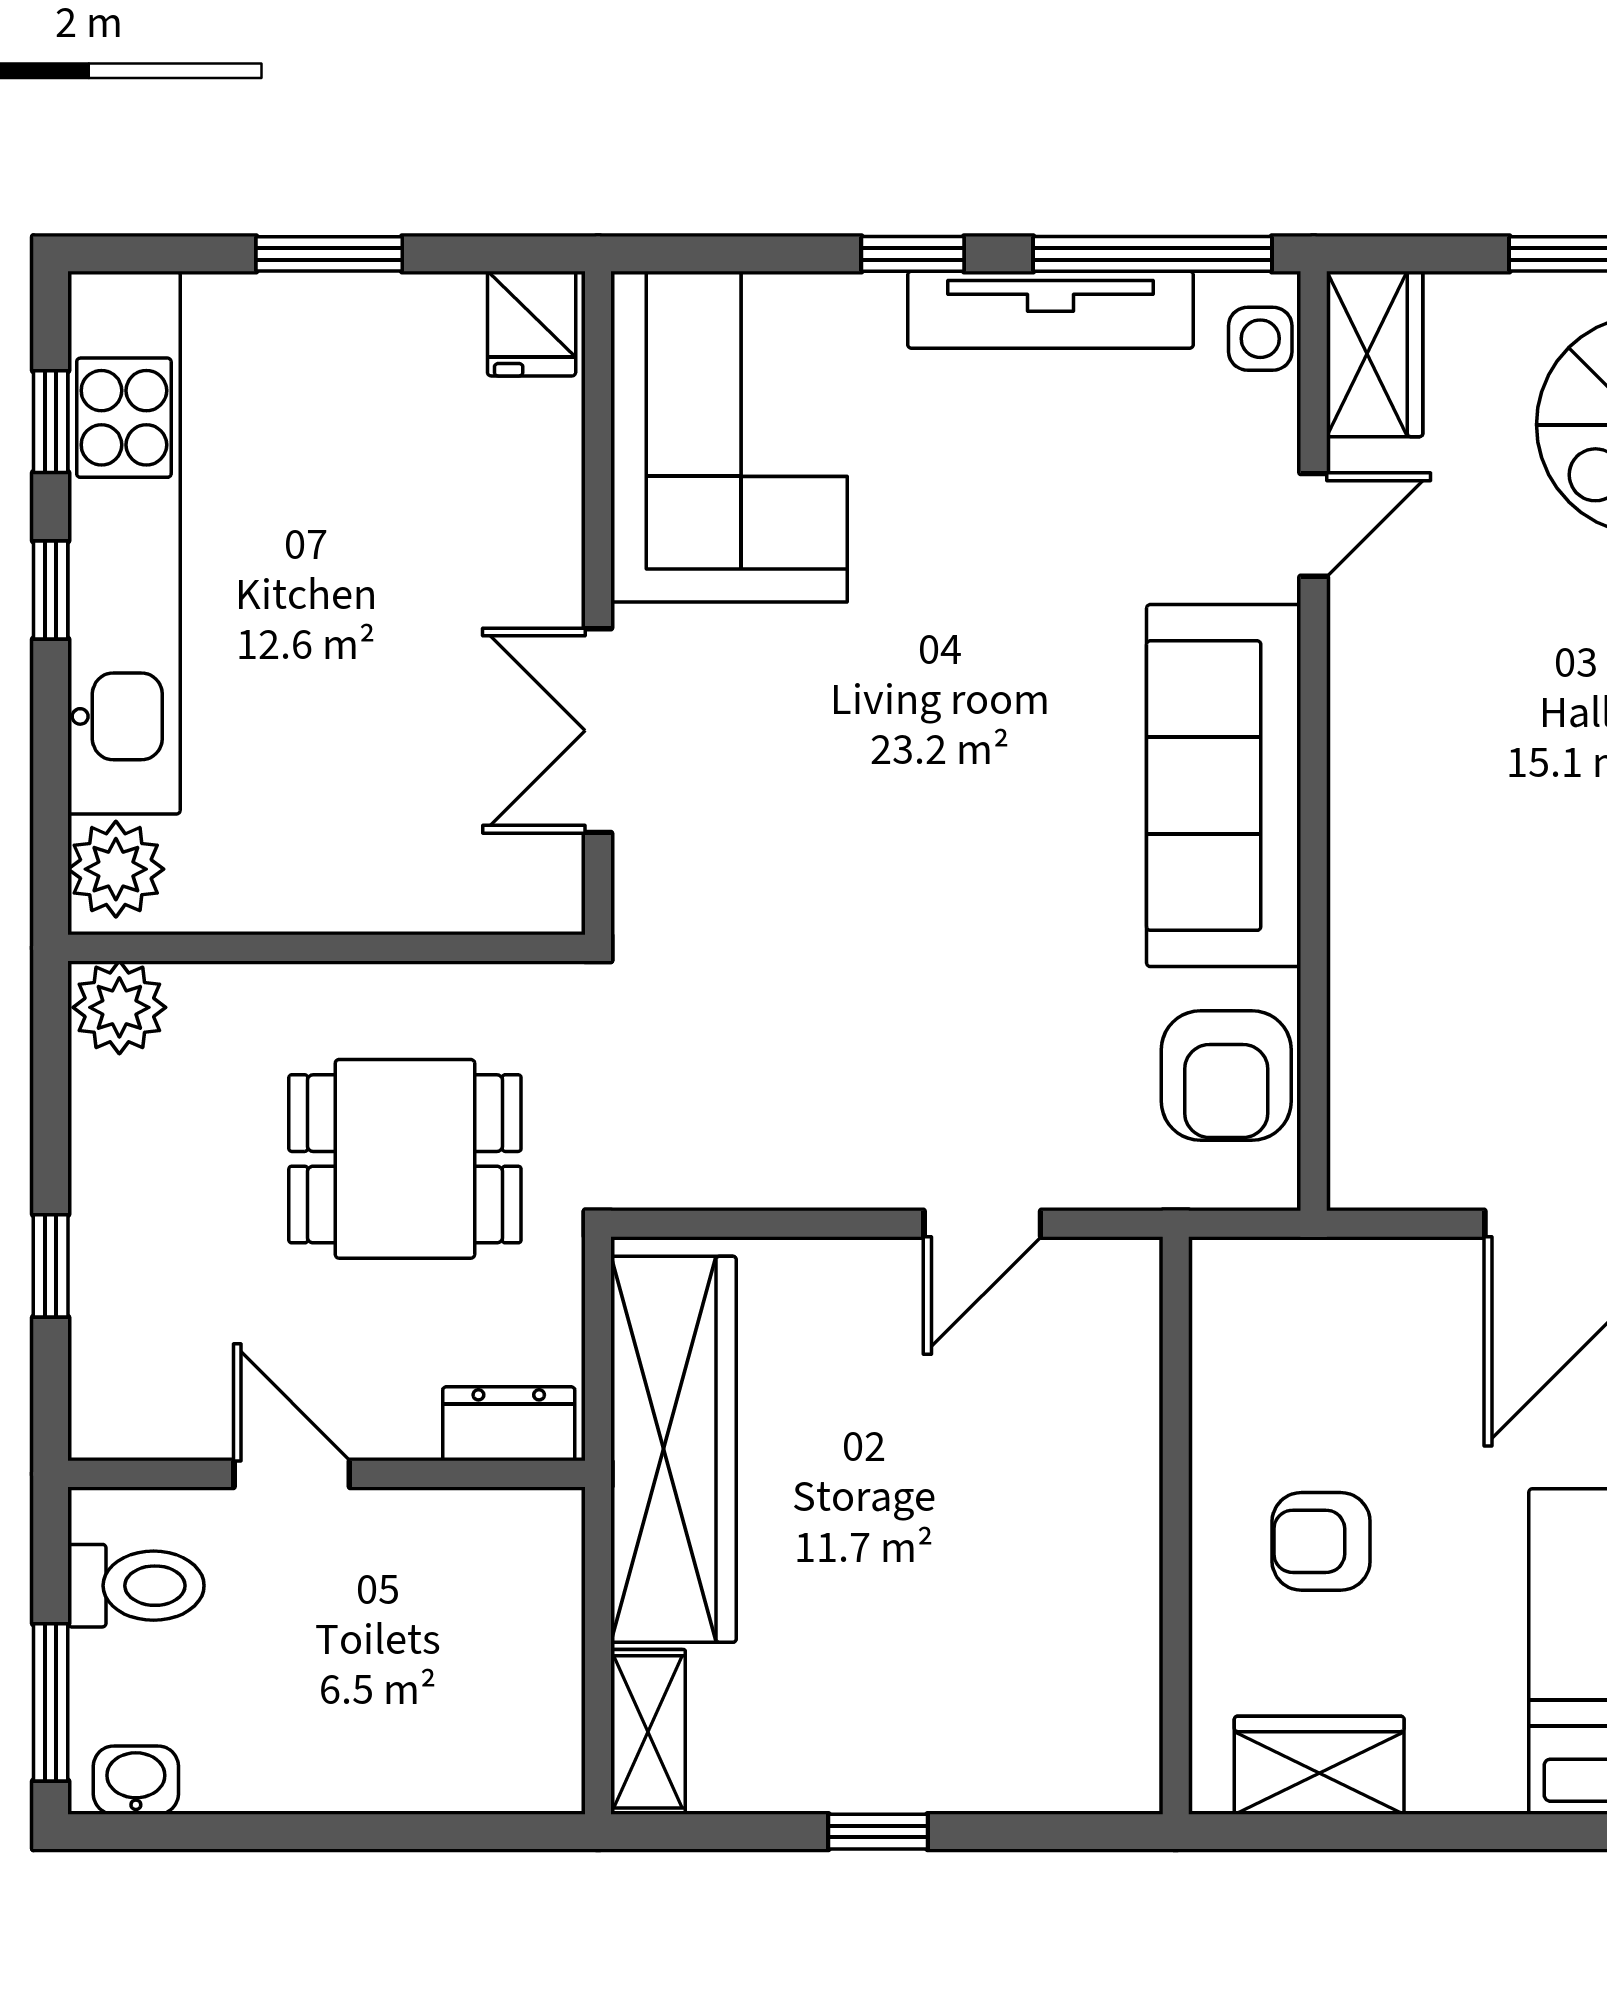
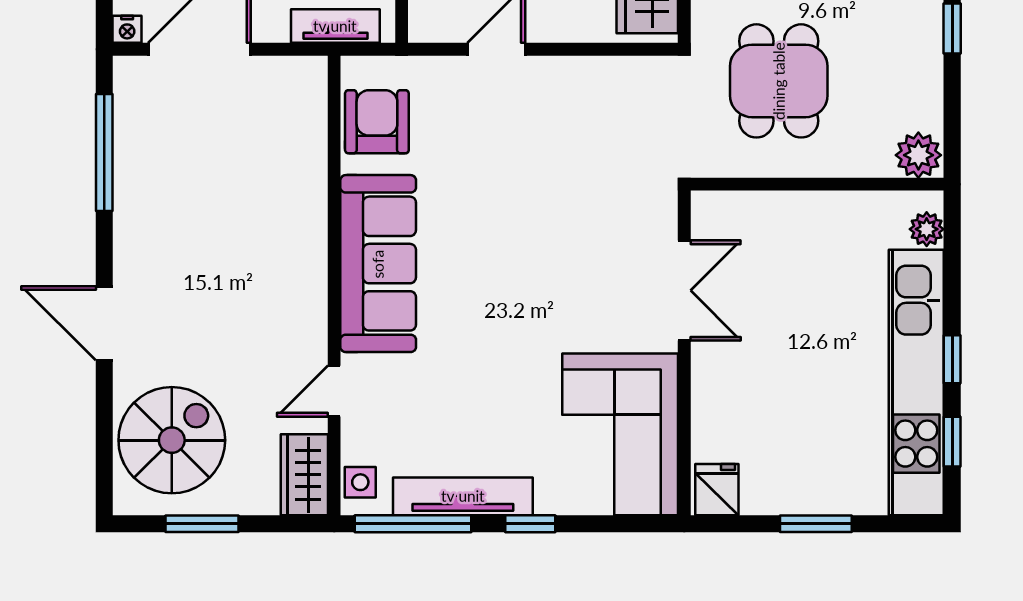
plant: (116, 869) -> (927, 229), width x0.73, depth x0.73
dining table: (405, 1159) -> (779, 81), turned 90
tv unit: (1311, 1271) -> (335, 26), added

